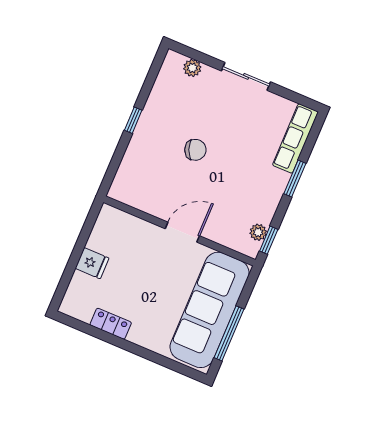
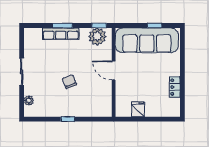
row of seats: (295, 138) -> (61, 34), moved
plant: (258, 232) -> (97, 37), width x1.87, depth x1.87
fridge: (92, 263) -> (138, 109), moved
window: (229, 333) -> (154, 25), width x0.46

